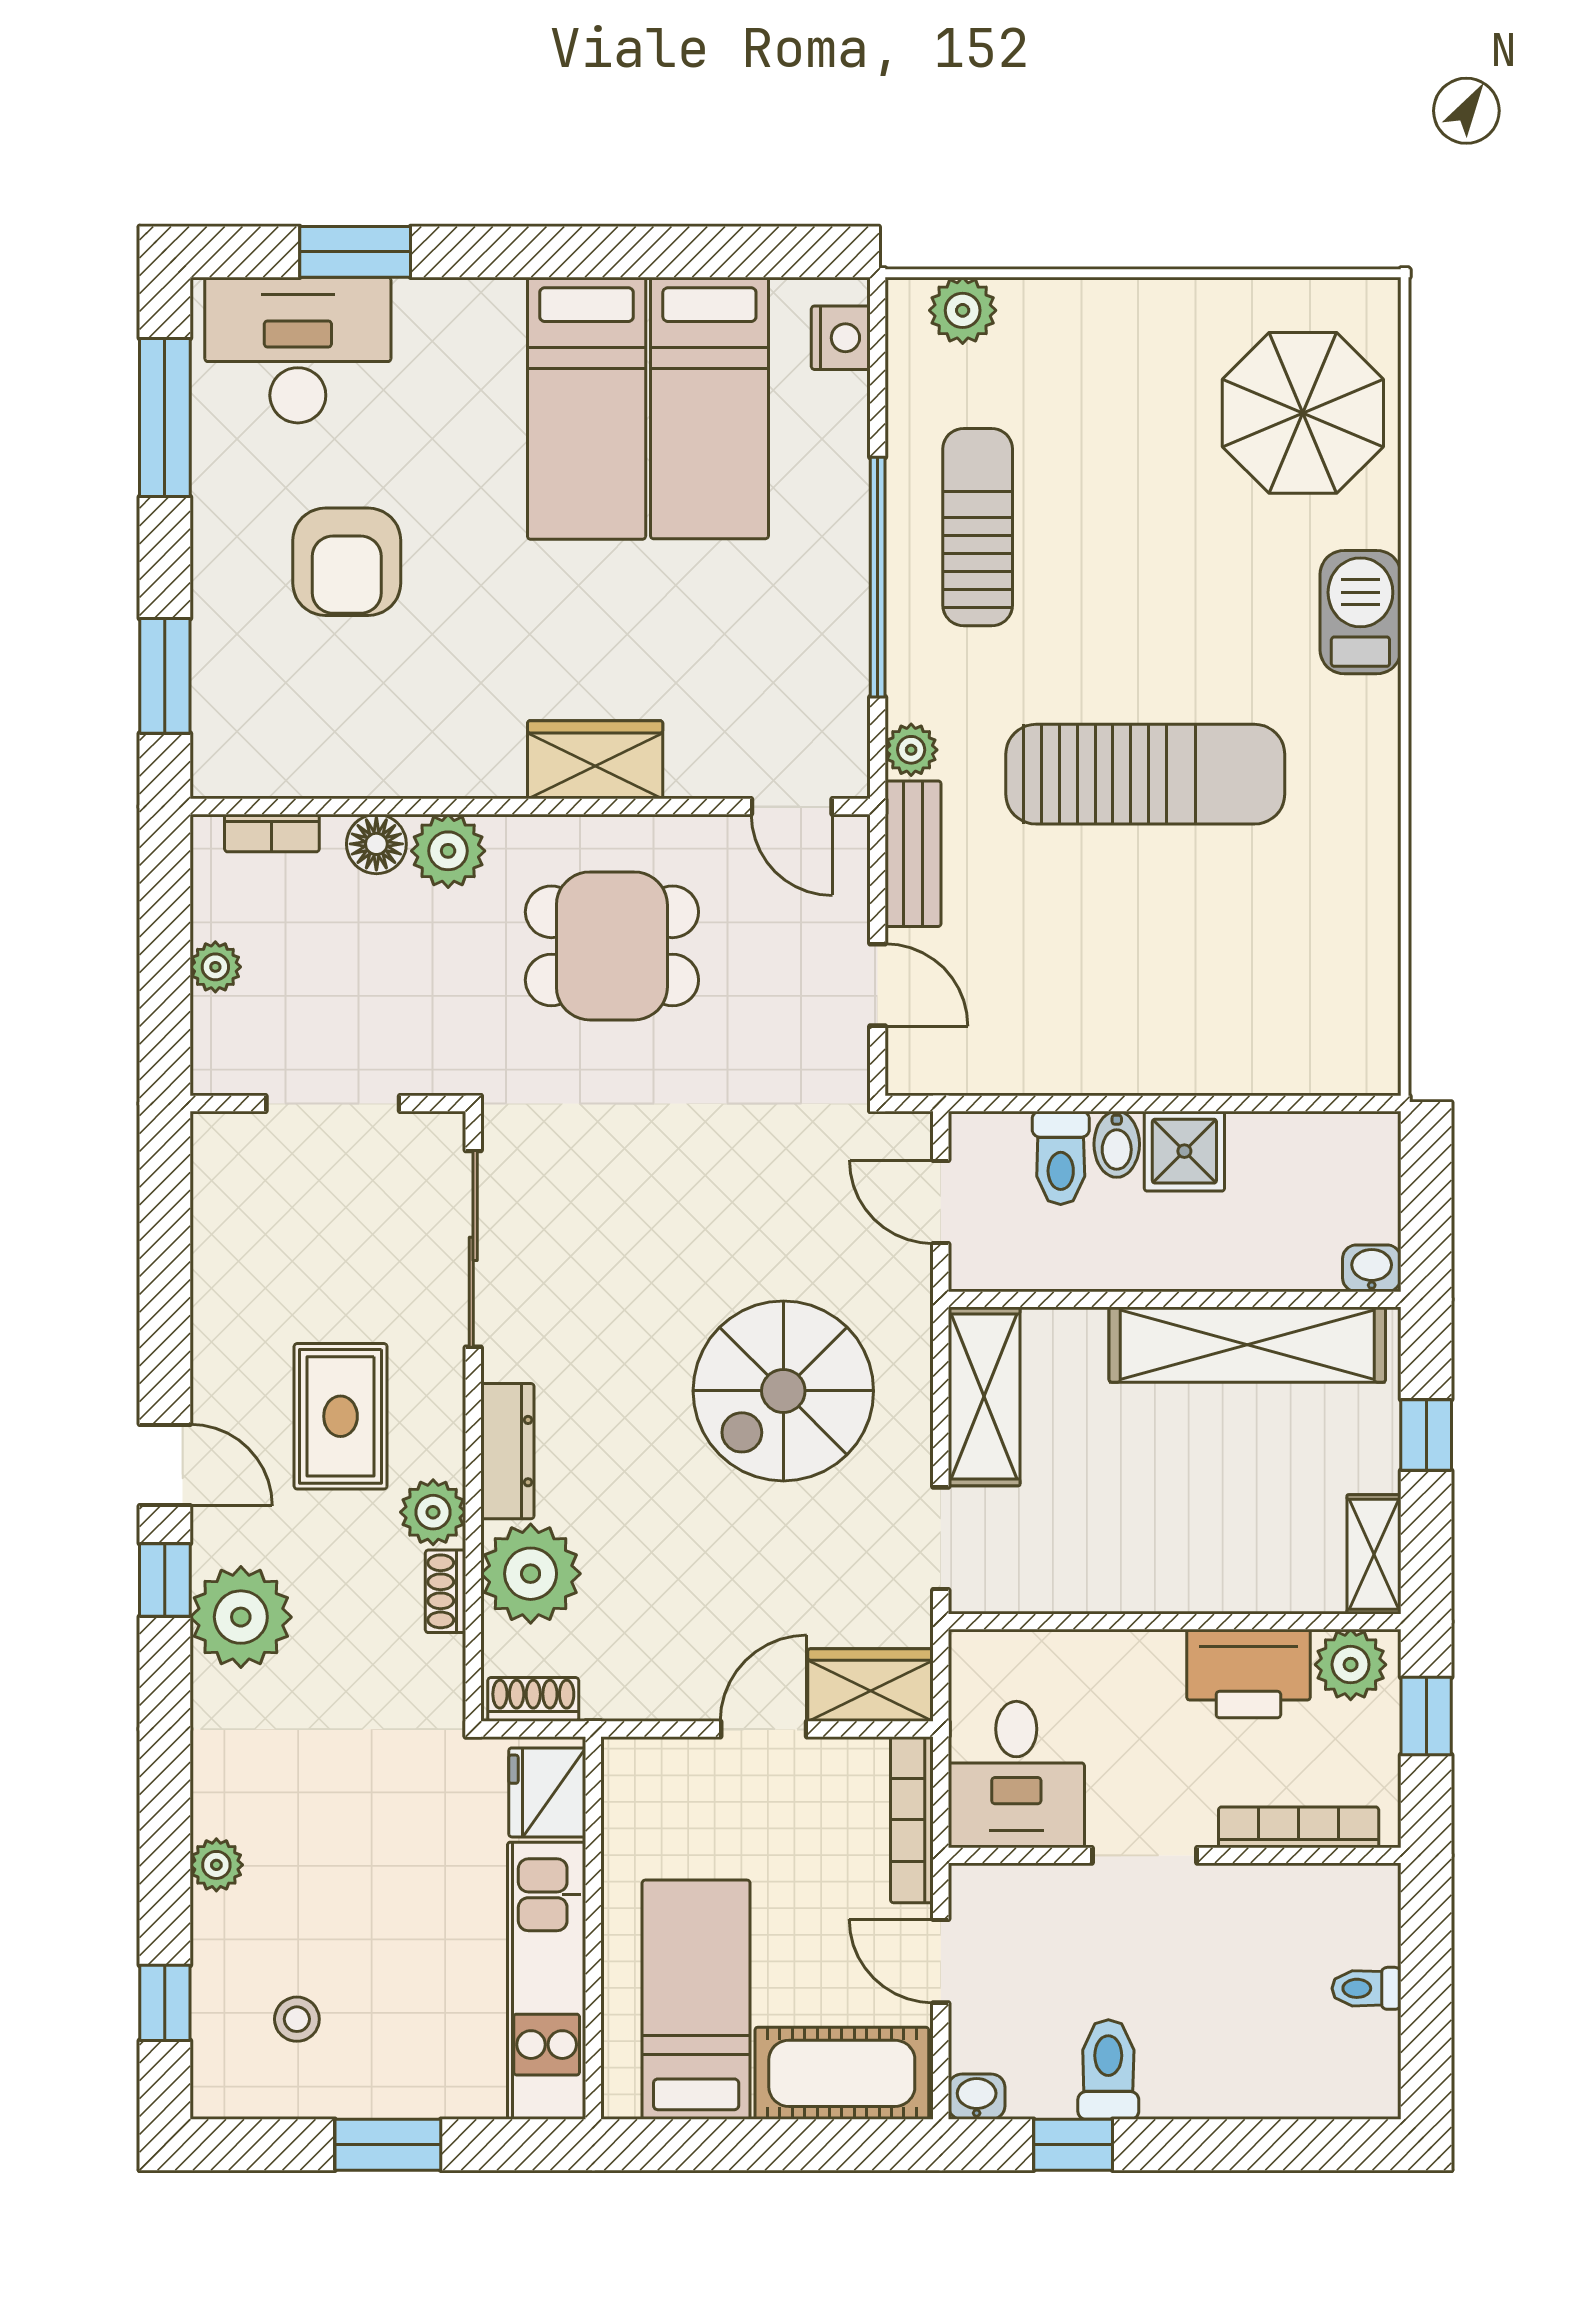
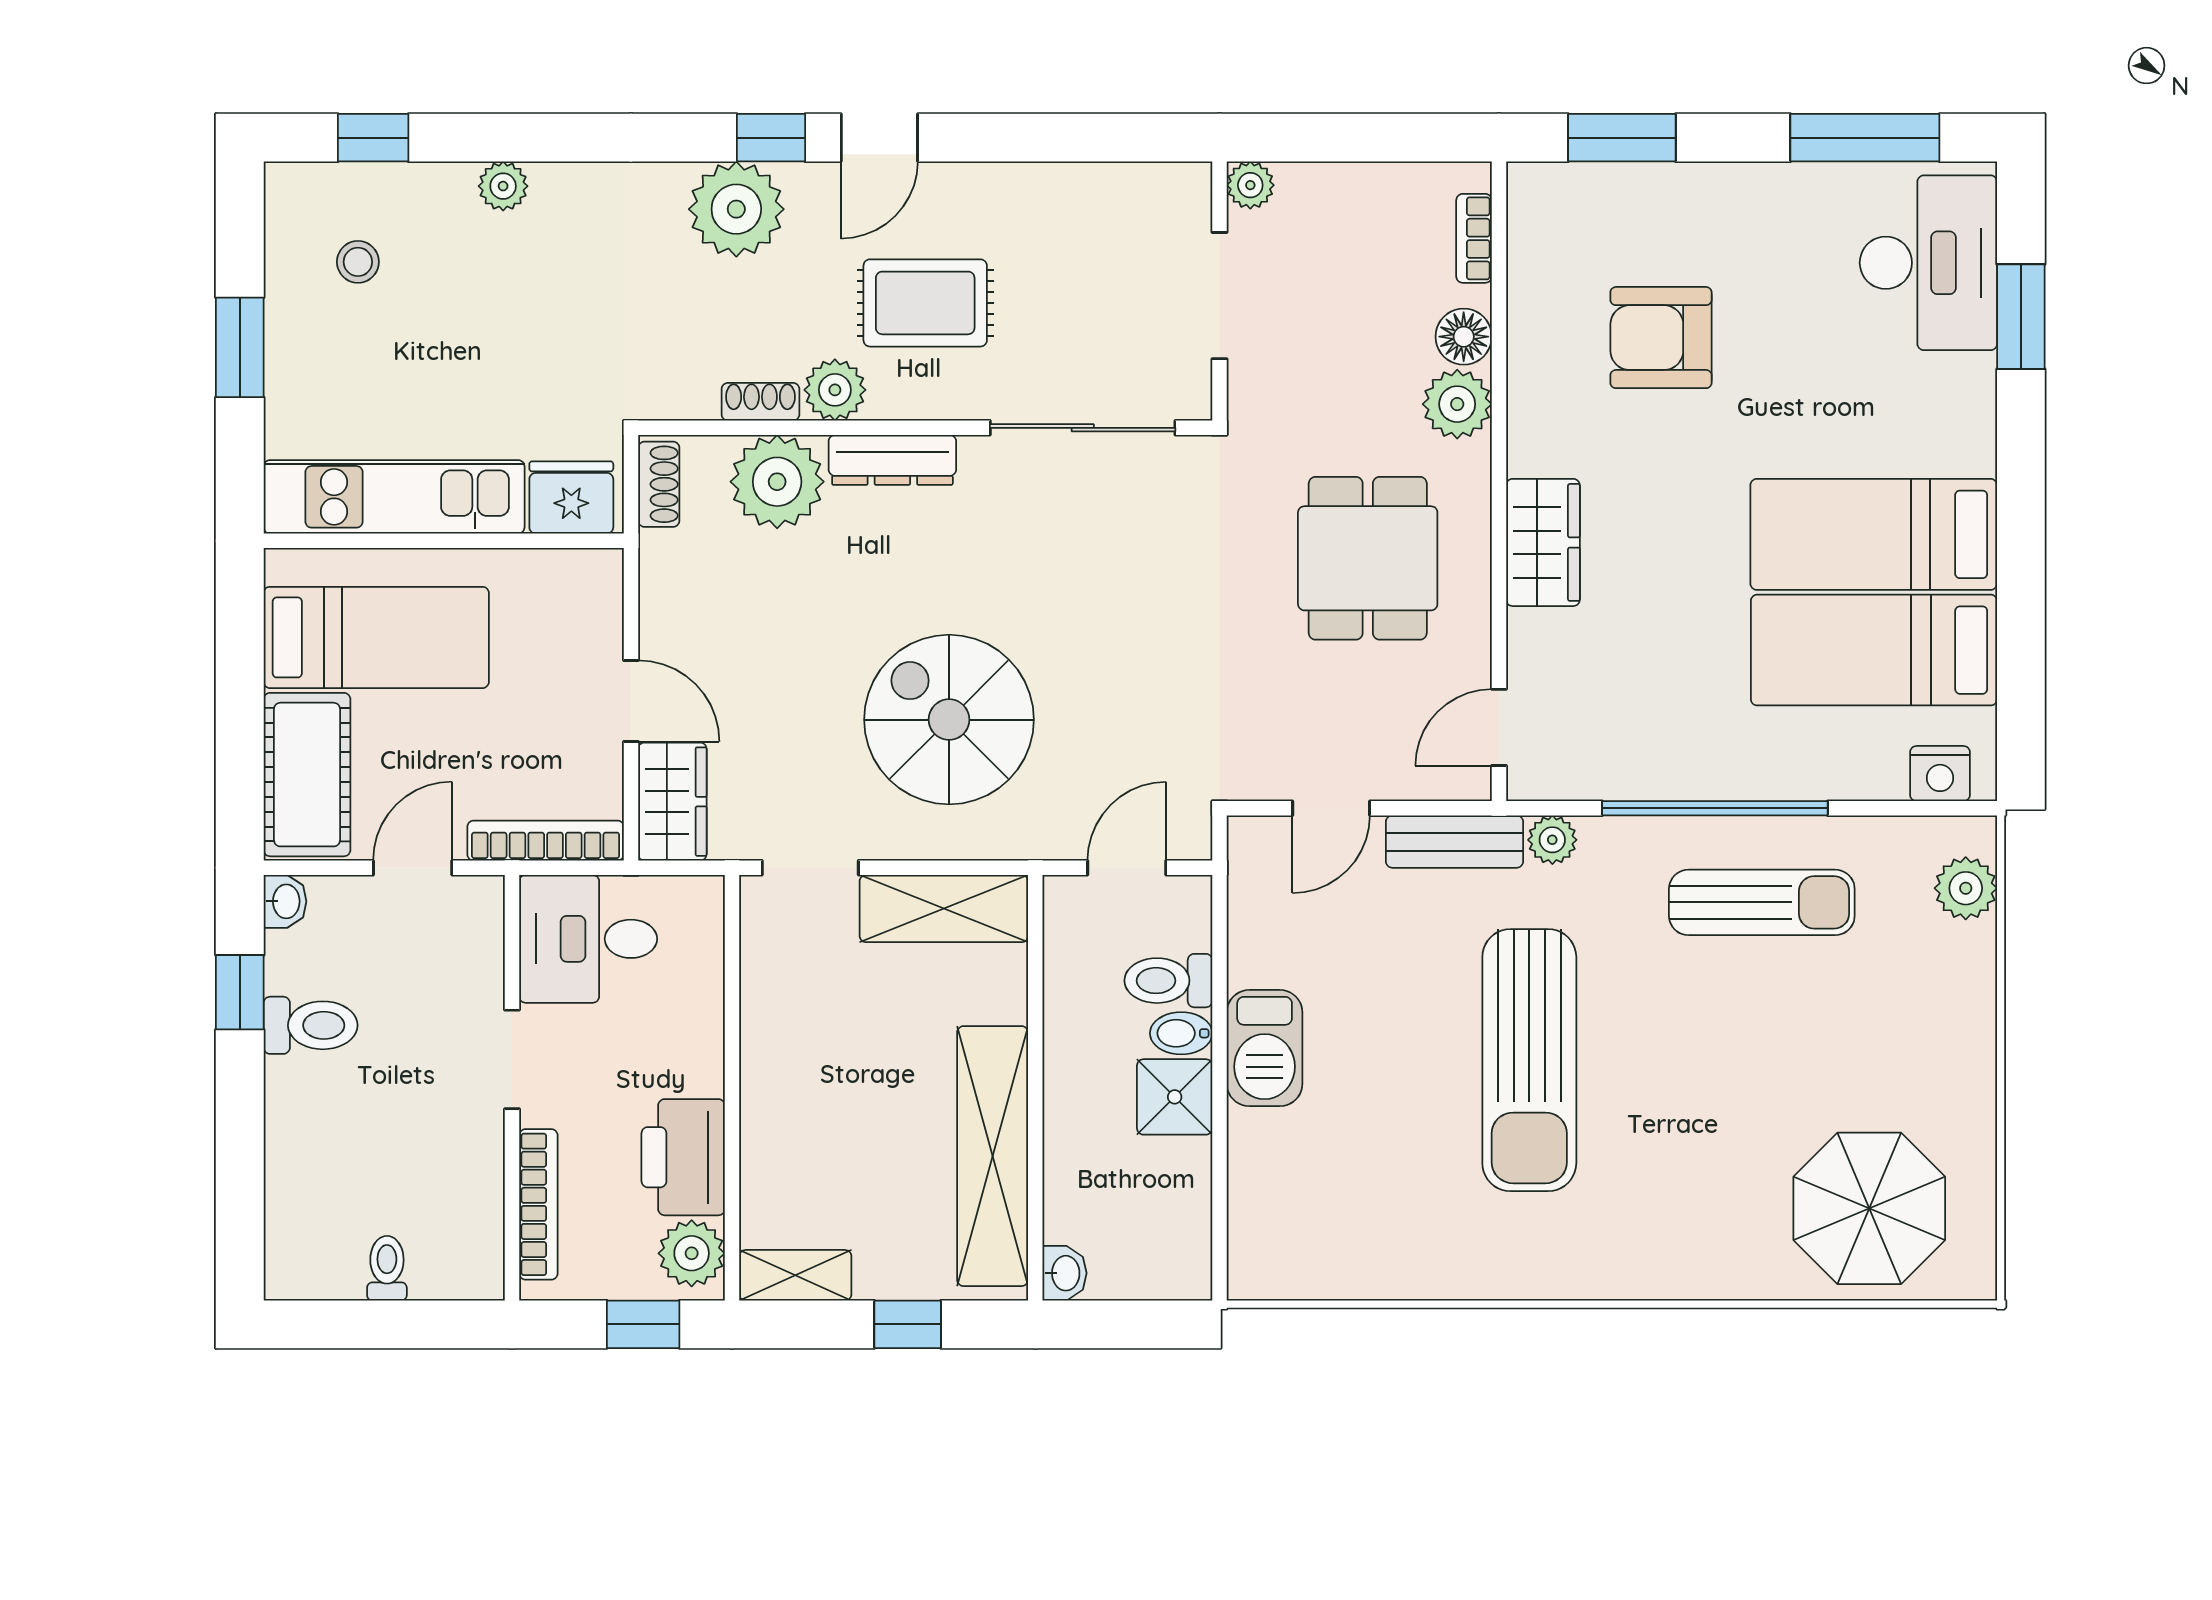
armchair: (347, 562) -> (1661, 338), moved
barbecue: (1360, 612) -> (1265, 1048), moved, turned 90
plant: (215, 967) -> (1250, 185), moved

